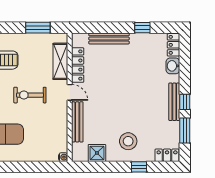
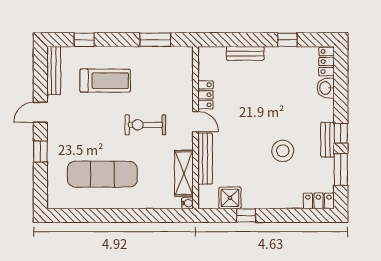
bench: (109, 38) -> (245, 53), width x0.73
shelving: (60, 61) -> (184, 173), moved
locker: (78, 65) -> (206, 95), width x0.66
bench: (174, 102) -> (328, 140), width x0.73
stool: (128, 141) -> (283, 151), moved
window: (139, 167) -> (246, 215), moved

